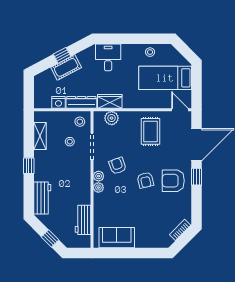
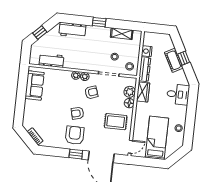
floor lamp: (126, 117) -> (129, 103), added

